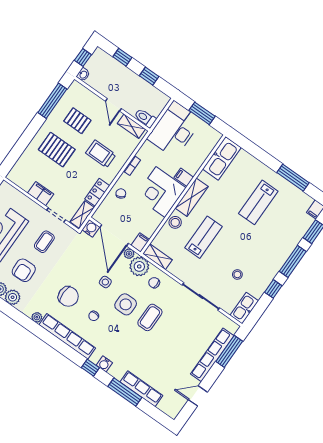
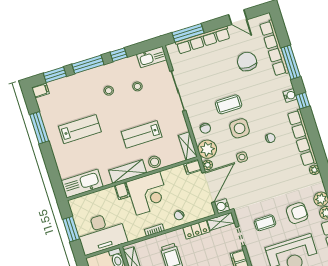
stool: (259, 253) -> (109, 91), added
chair: (68, 296) -> (247, 62), moved
row of seats: (141, 389) -> (274, 48), width x1.36

